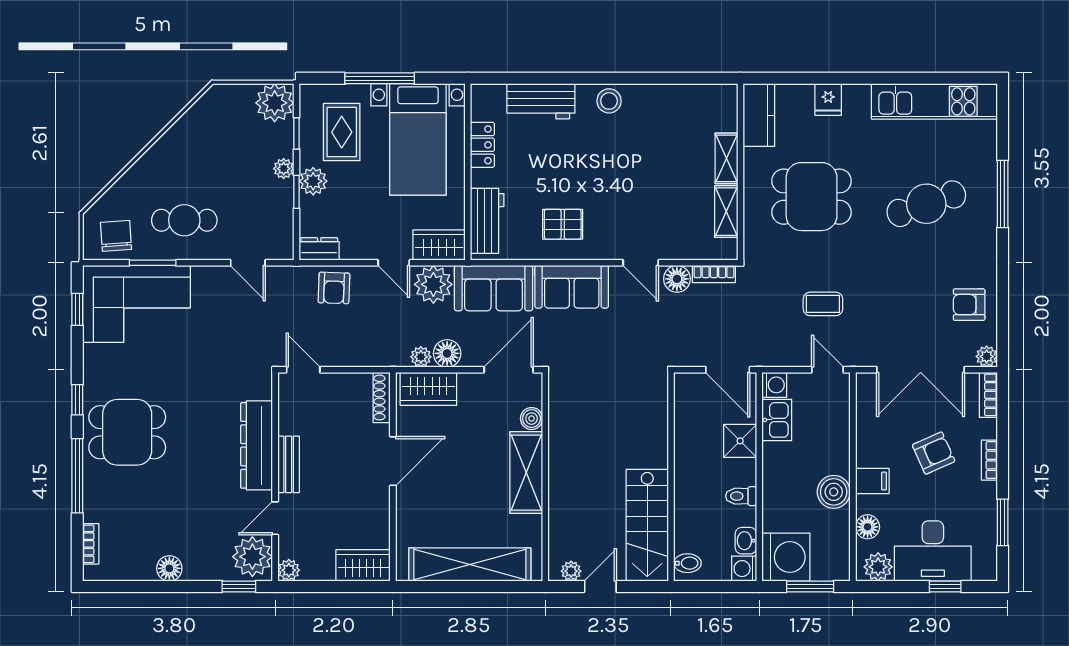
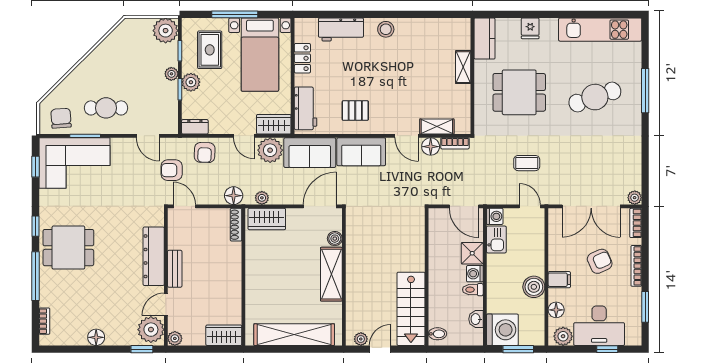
shelving: (726, 212) -> (437, 127), moved, turned 90
armchair: (969, 305) -> (172, 170), moved
floor lamp: (447, 353) -> (234, 196), moved
bookcase: (989, 460) -> (636, 266), width x1.56
door: (393, 461) -> (243, 267), removed
washing machine: (744, 569) -> (475, 274), moved

